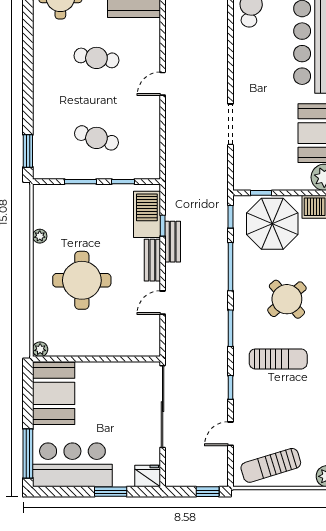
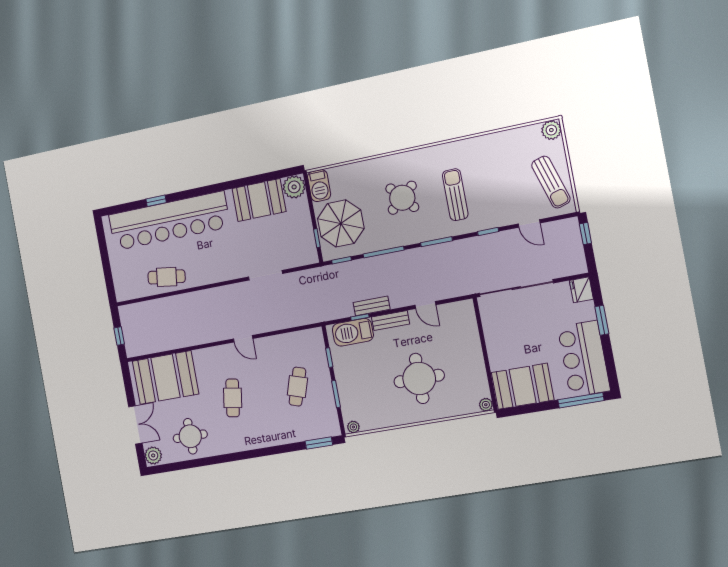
plant: (40, 236) -> (353, 427), moved

